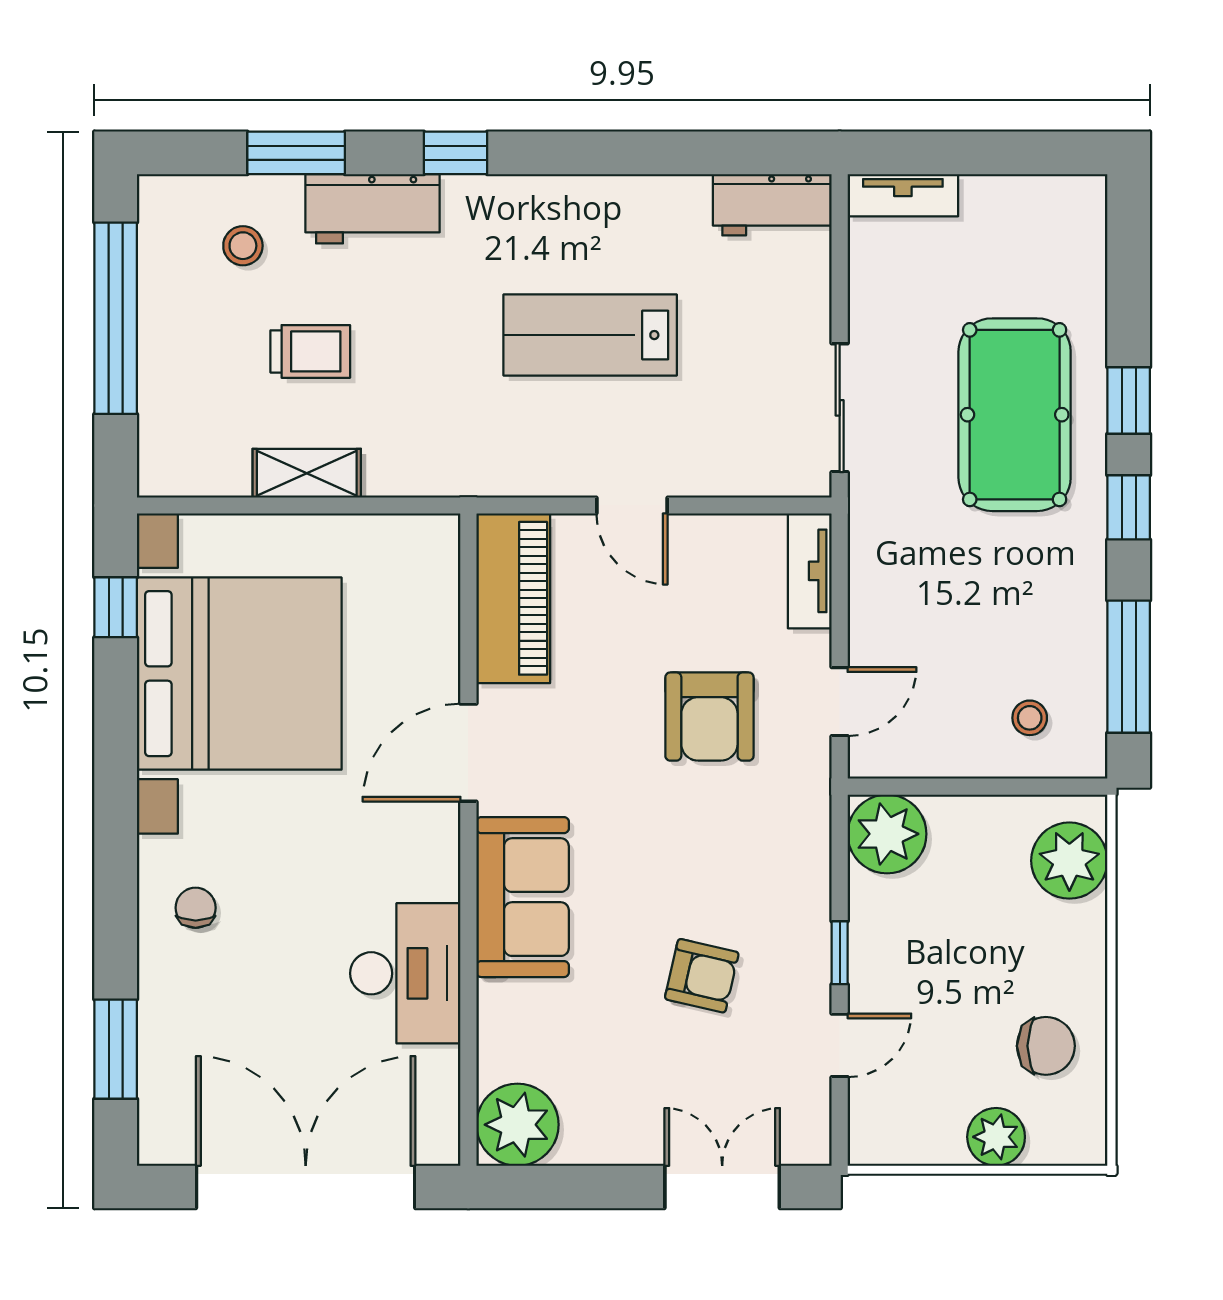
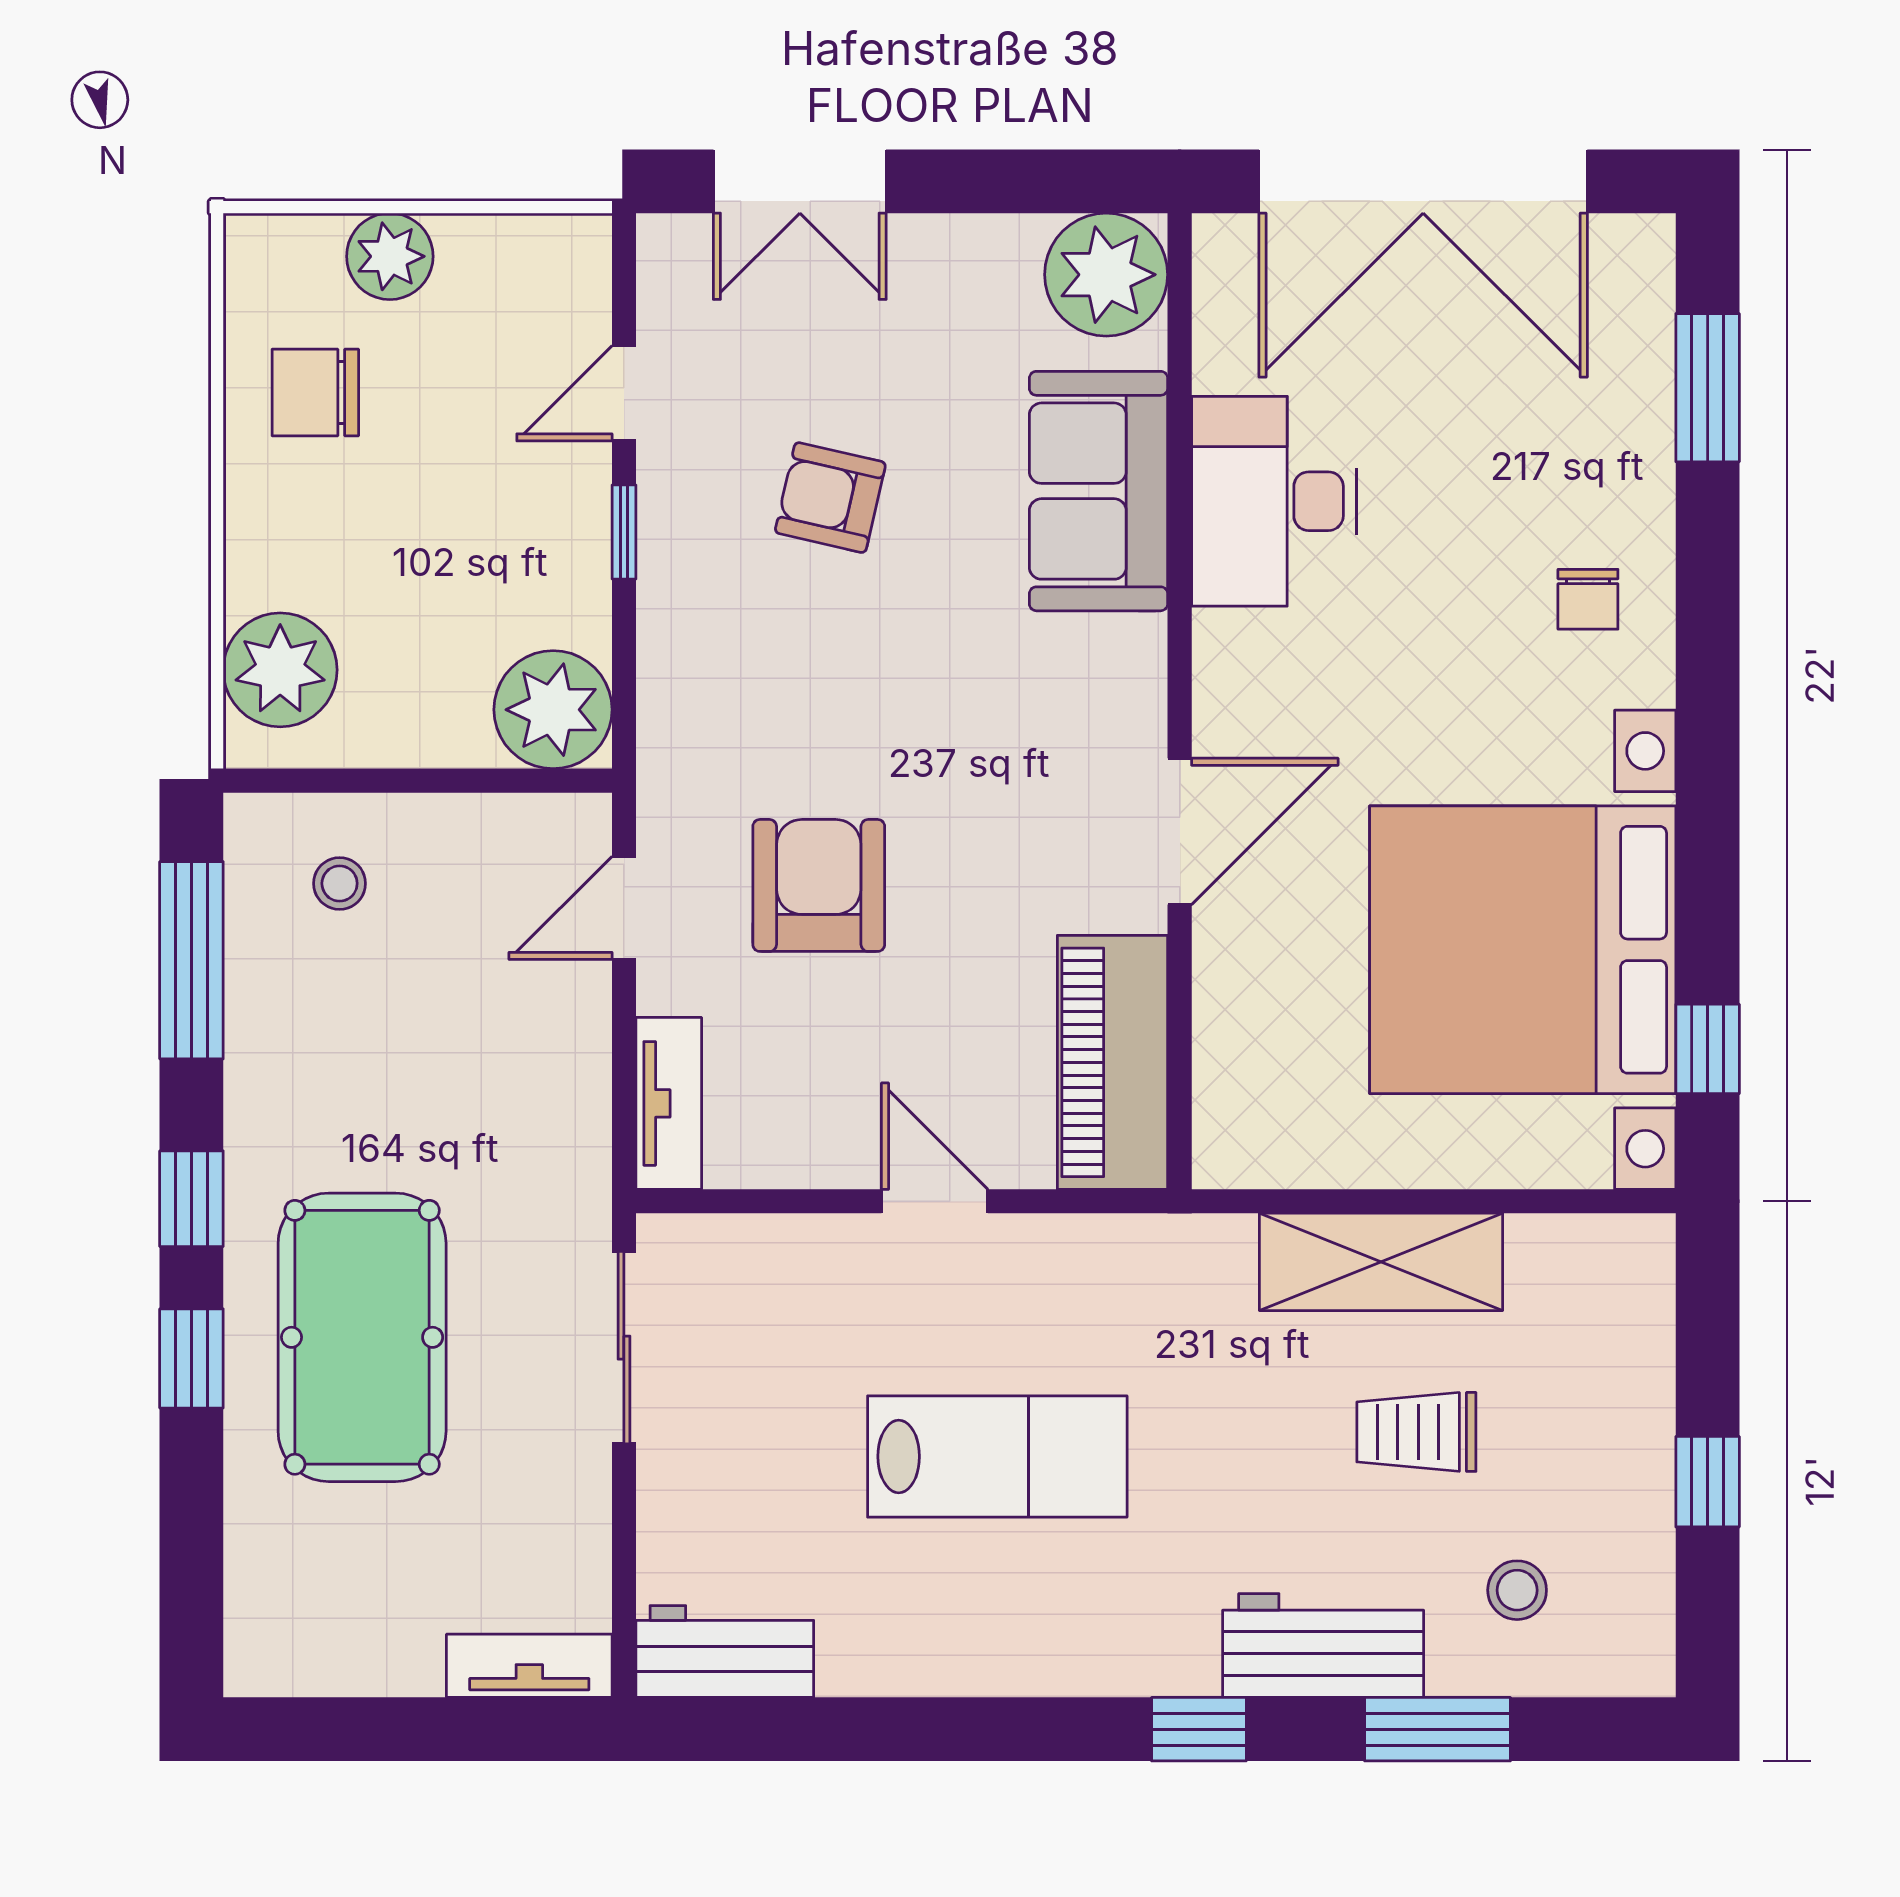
window: (116, 318) -> (1708, 1482), width x0.32
shelving: (307, 473) -> (1381, 1262), width x1.50, depth x1.33
sofa: (523, 897) -> (1099, 491), moved

